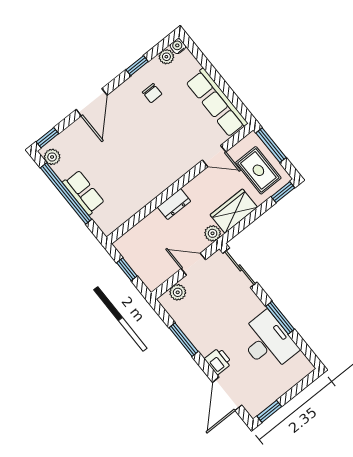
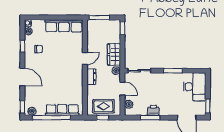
door: (214, 156) -> (85, 58), moved
rug: (258, 170) -> (103, 106), moved
row of seats: (84, 192) -> (62, 110), width x1.48
door: (193, 264) -> (122, 89), swing flipped
desk: (268, 342) -> (195, 87), moved, turned 90
printer: (218, 361) -> (153, 110), moved

